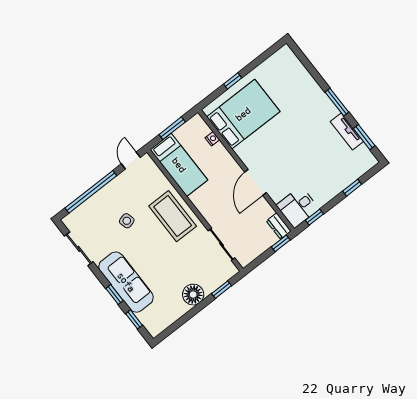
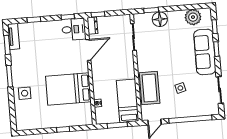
side table: (306, 94) -> (25, 93), added
bed: (243, 114) -> (68, 89), moved
tv unit: (347, 132) -> (14, 36), moved
door: (255, 182) -> (88, 50), moved
coffee table: (173, 216) -> (150, 88), moved
floor lamp: (193, 295) -> (160, 19), moved
plant: (167, 314) -> (193, 17), added

